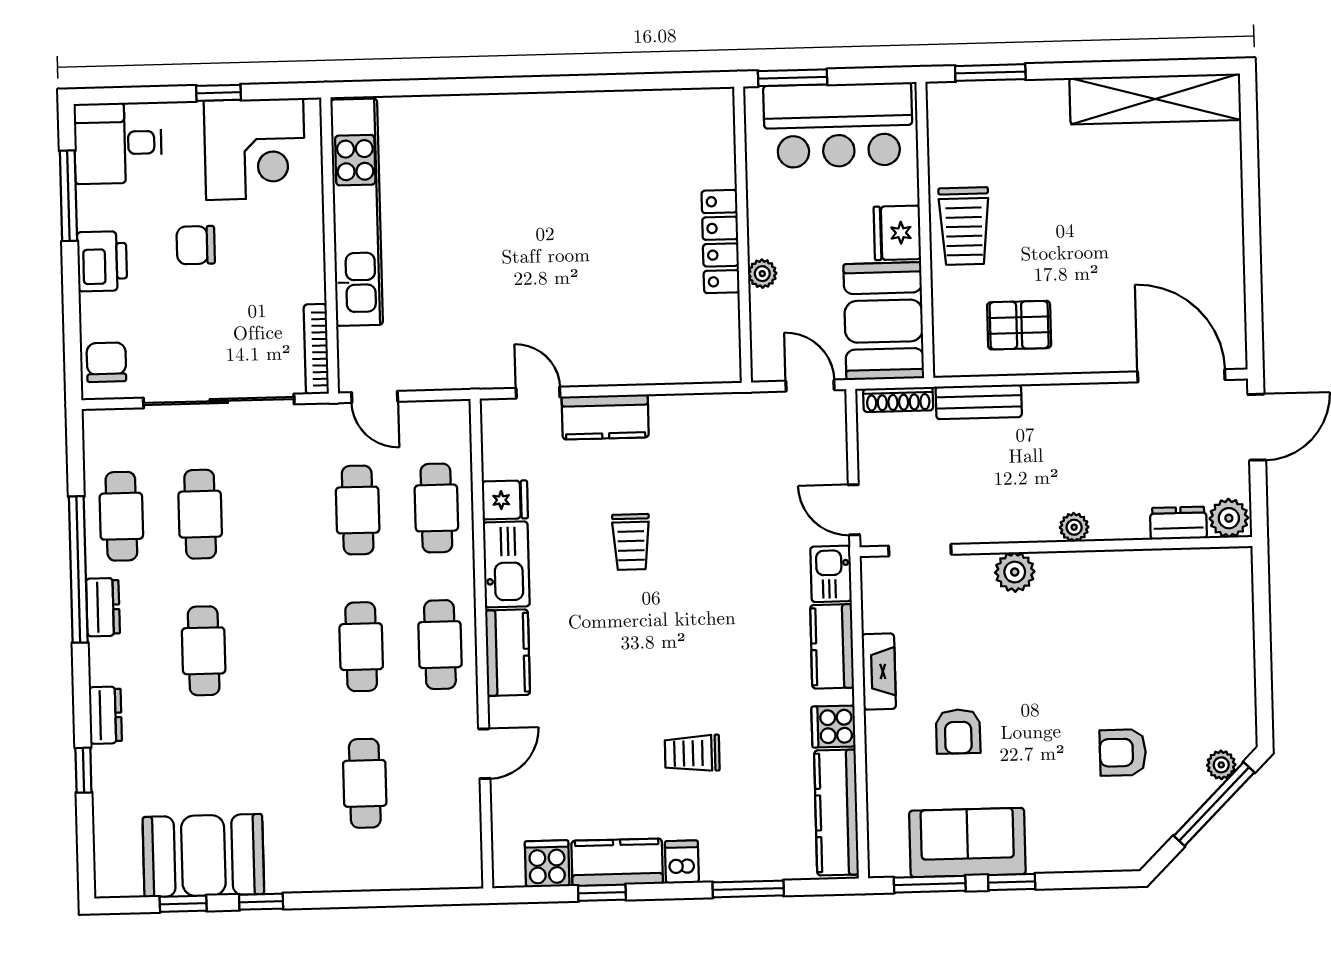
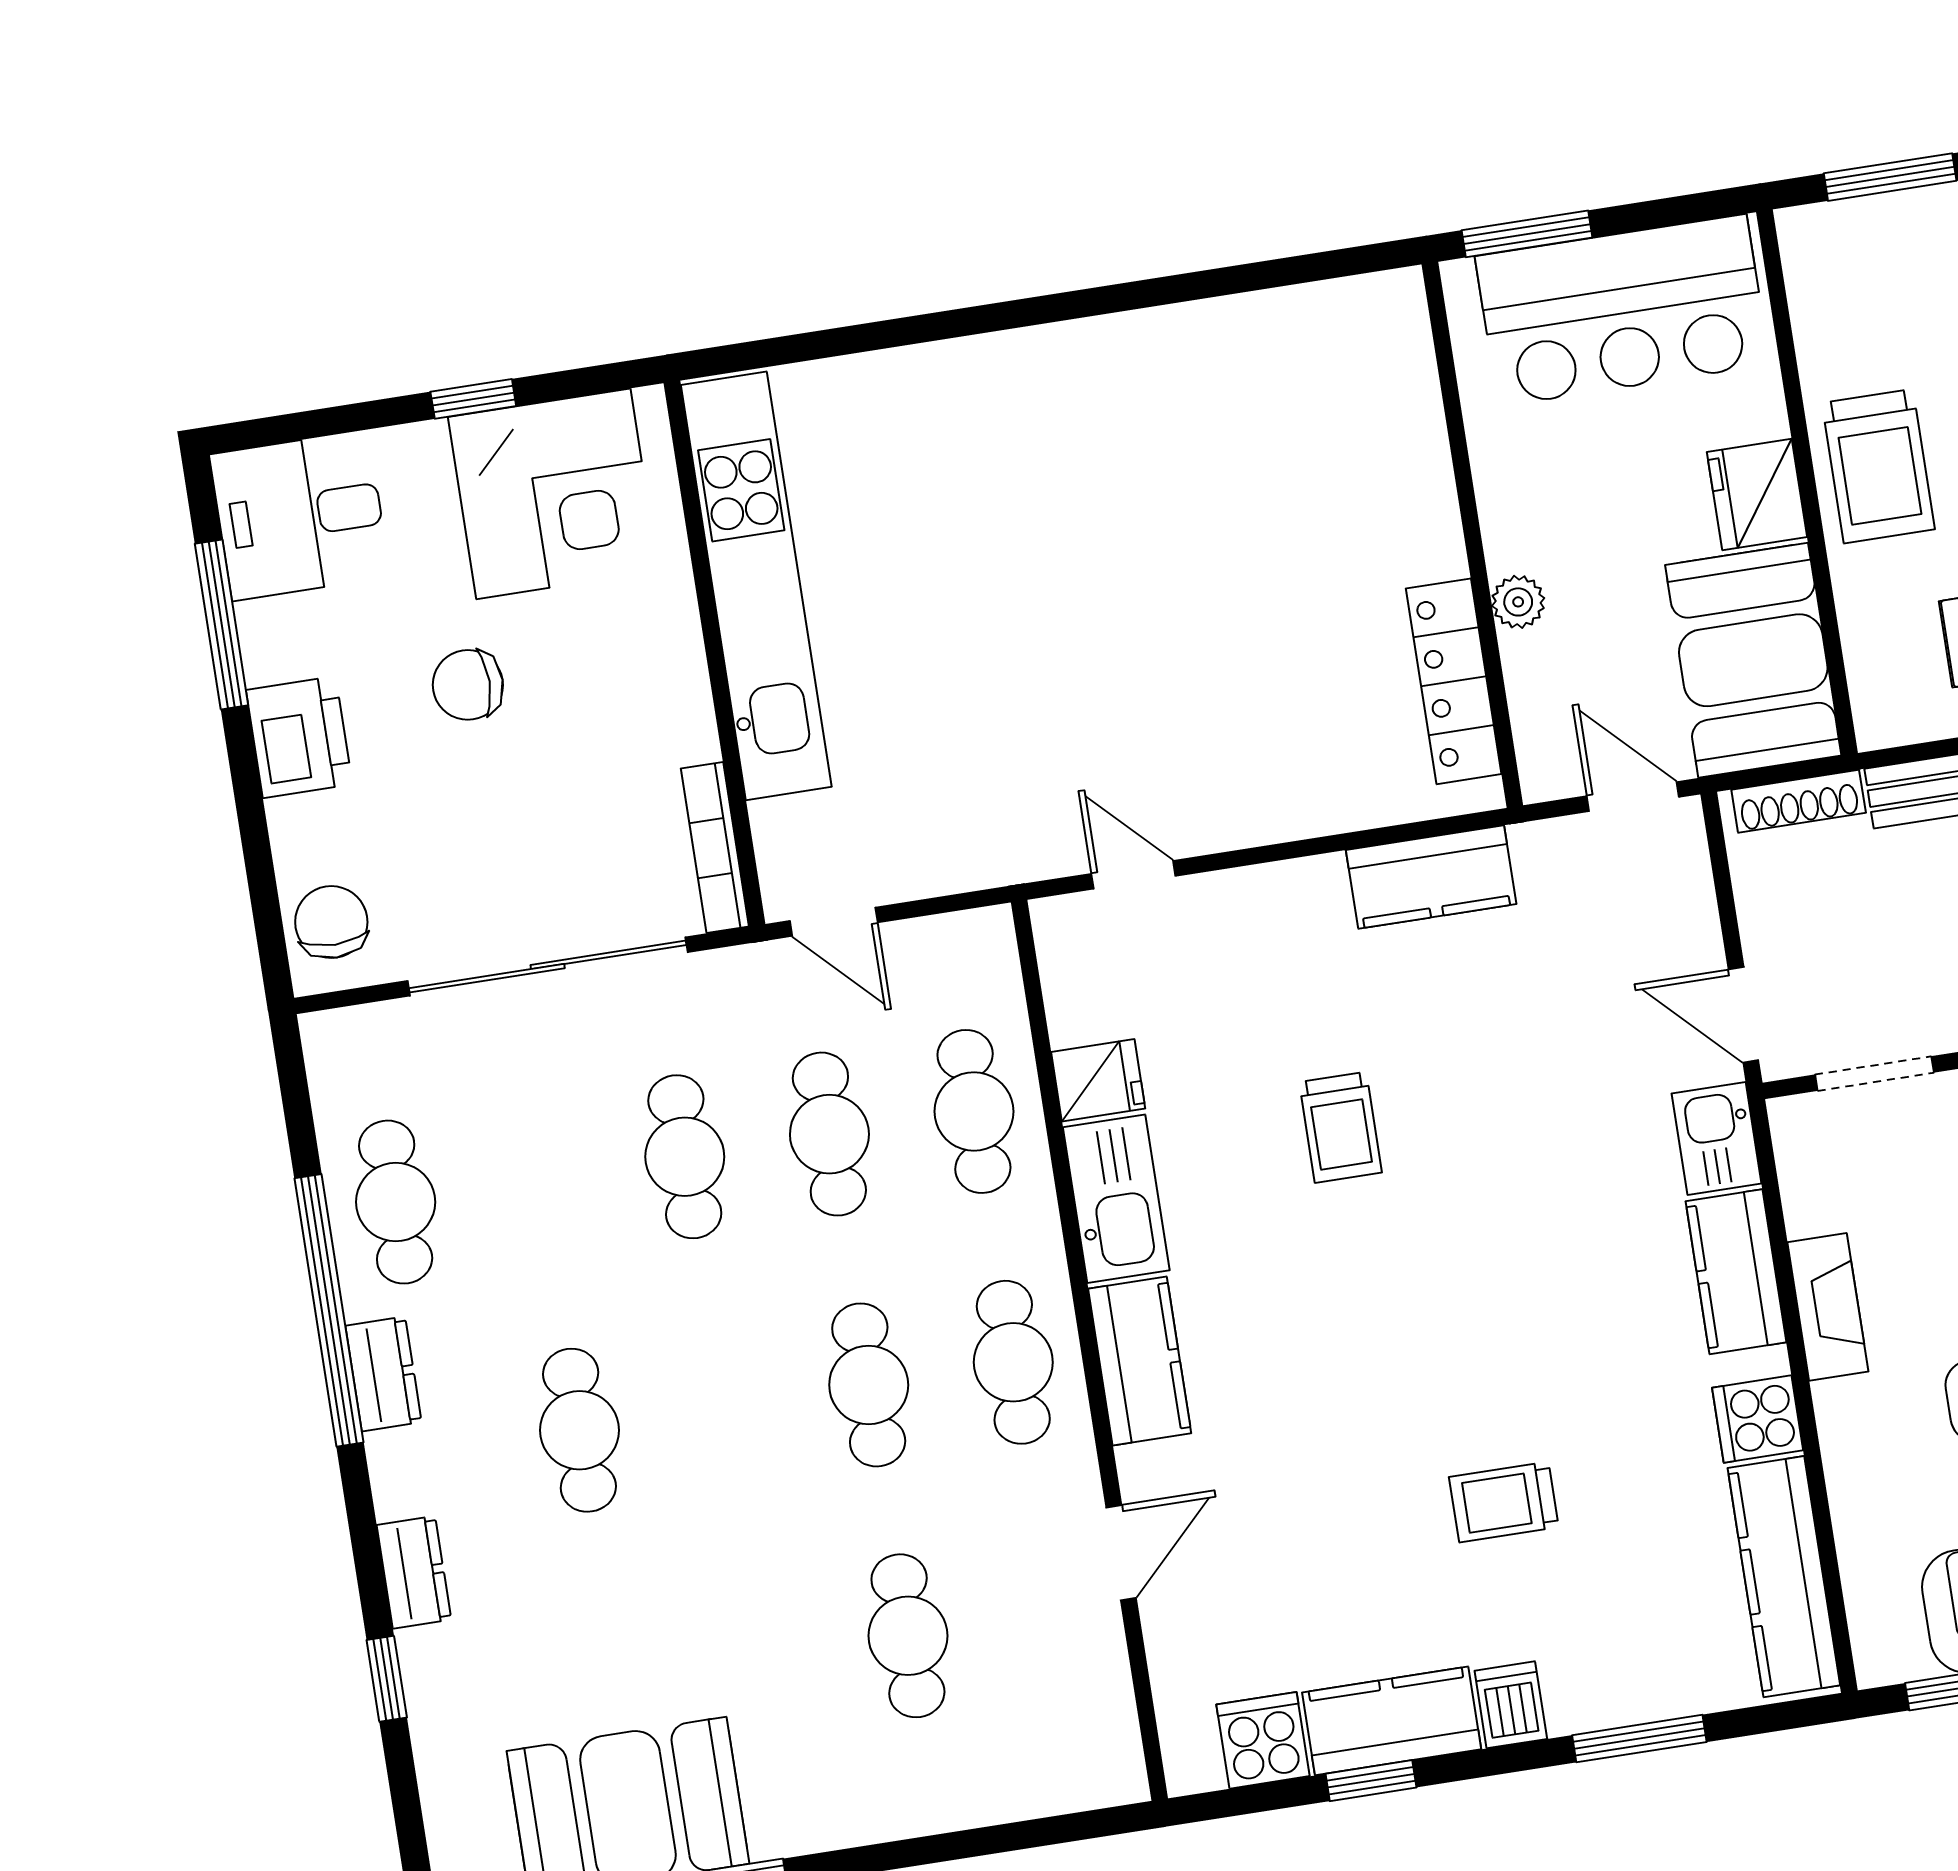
locker: (721, 242) -> (1454, 681), moved
kitchen counter: (605, 417) -> (1431, 877), moved
cafe table: (200, 514) -> (685, 1157), moved

